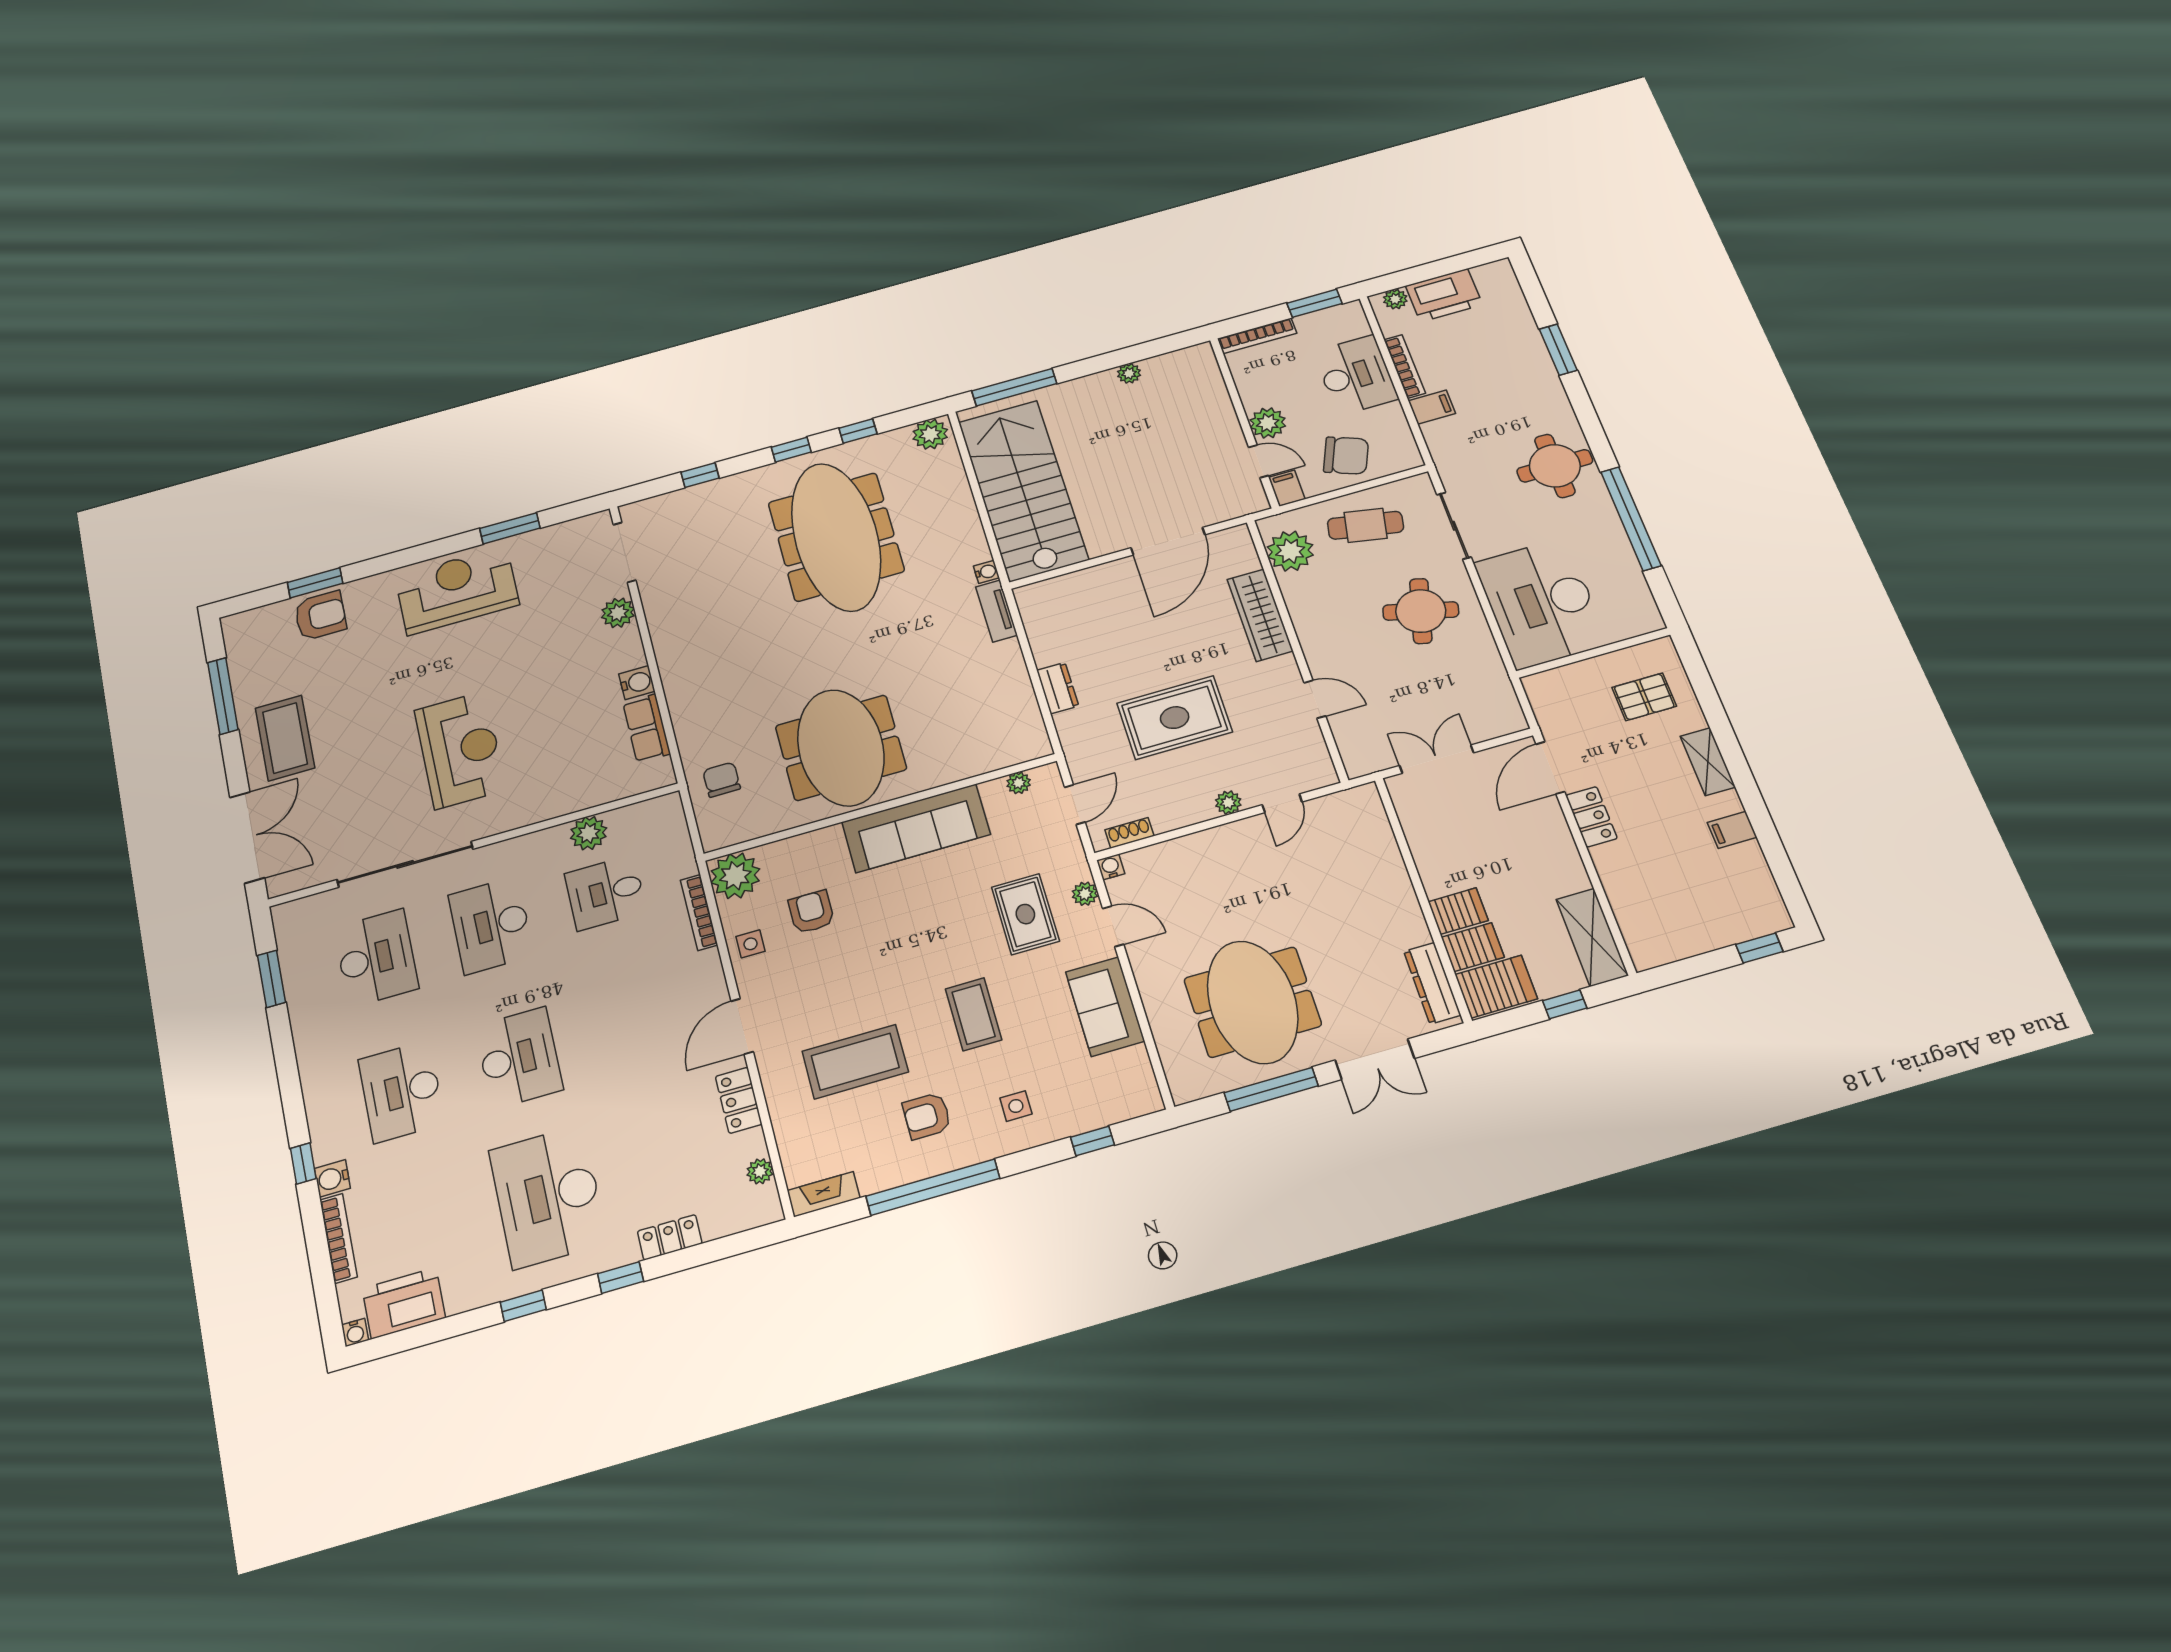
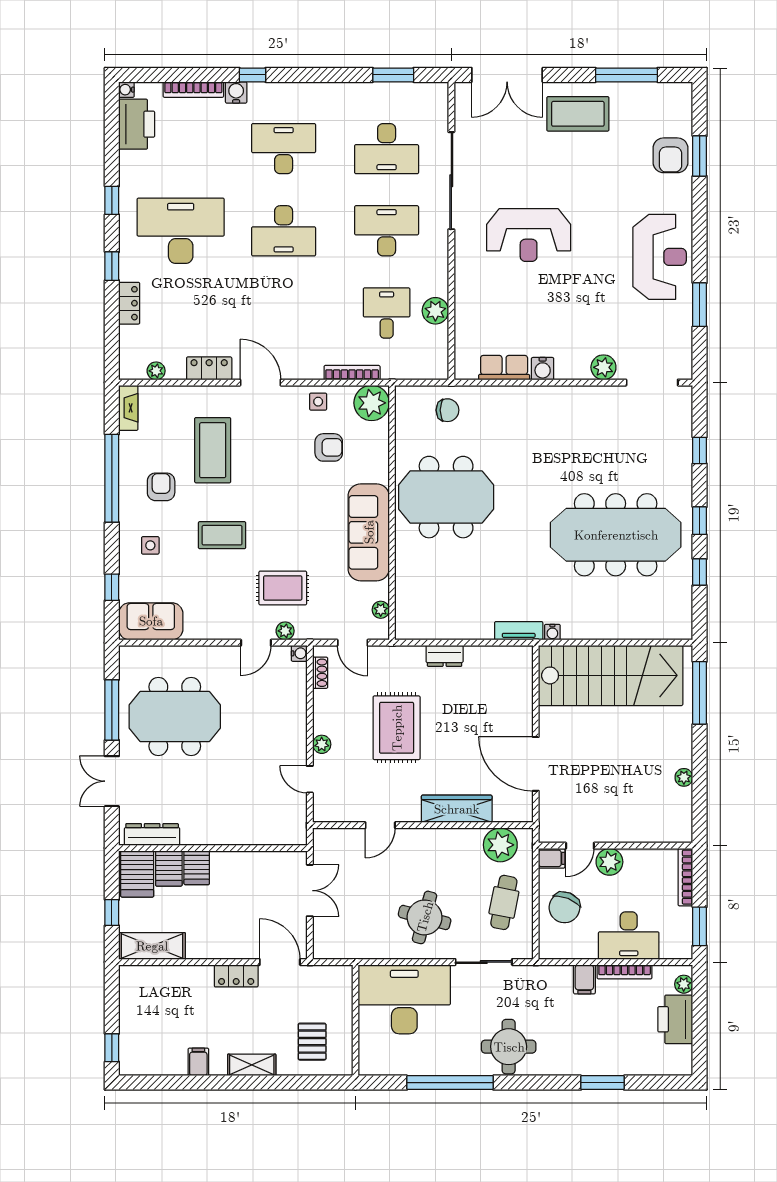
plant: (930, 434) -> (679, 623), removed
sofa: (1105, 1007) -> (151, 621), moved

